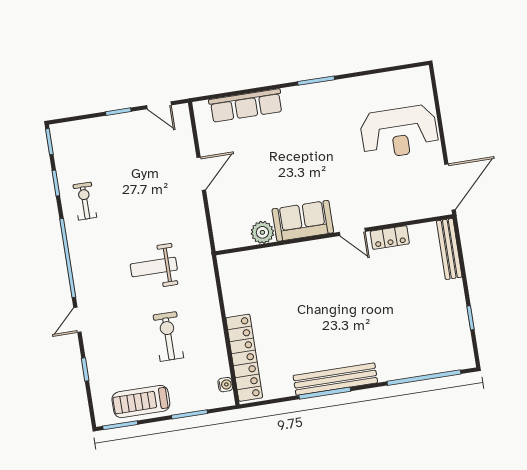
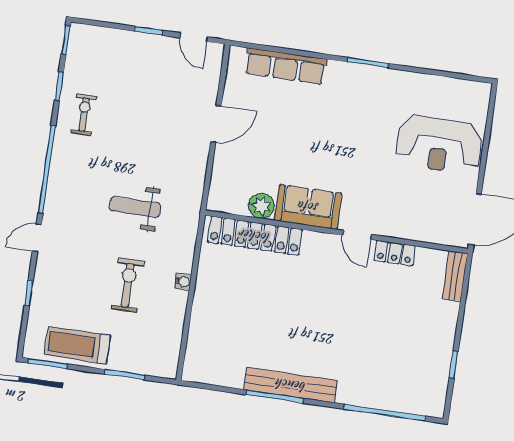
bench: (449, 249) -> (455, 276), width x0.73
locker: (244, 358) -> (255, 236), moved, turned 90
water cooler: (225, 385) -> (183, 282), moved

